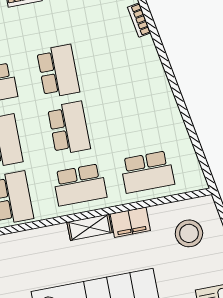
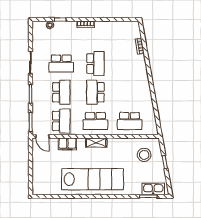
school desk: (69, 128) -> (95, 92), turned 180
filing cabinet: (130, 222) -> (67, 144), moved

